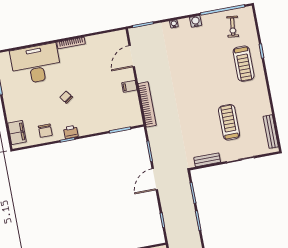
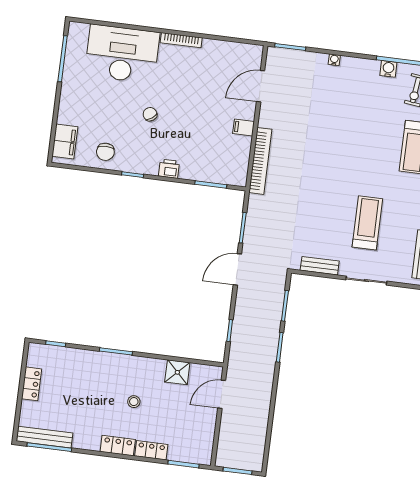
water cooler: (196, 21) -> (388, 69), moved
printer: (71, 132) -> (169, 169), moved

